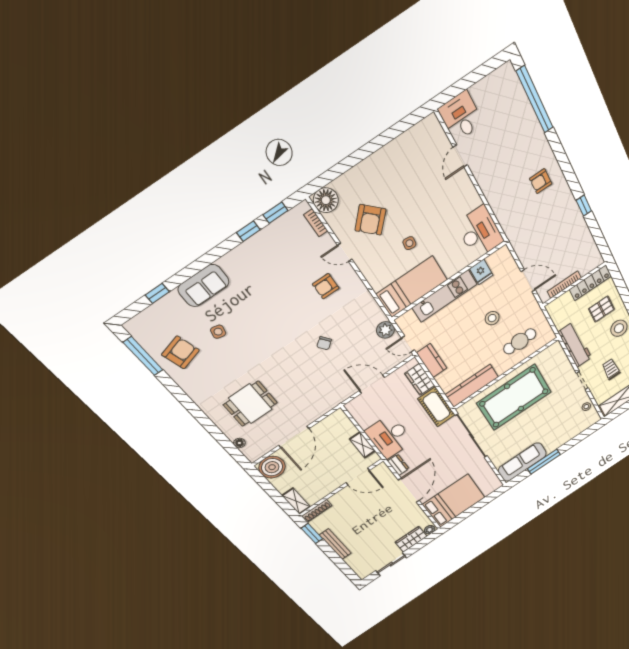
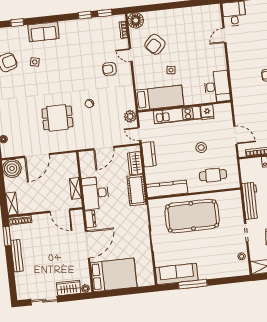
door: (372, 384) -> (104, 148), swing flipped
dining table: (250, 404) -> (57, 118), moved

